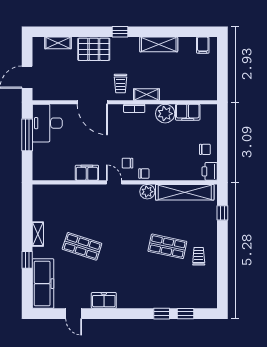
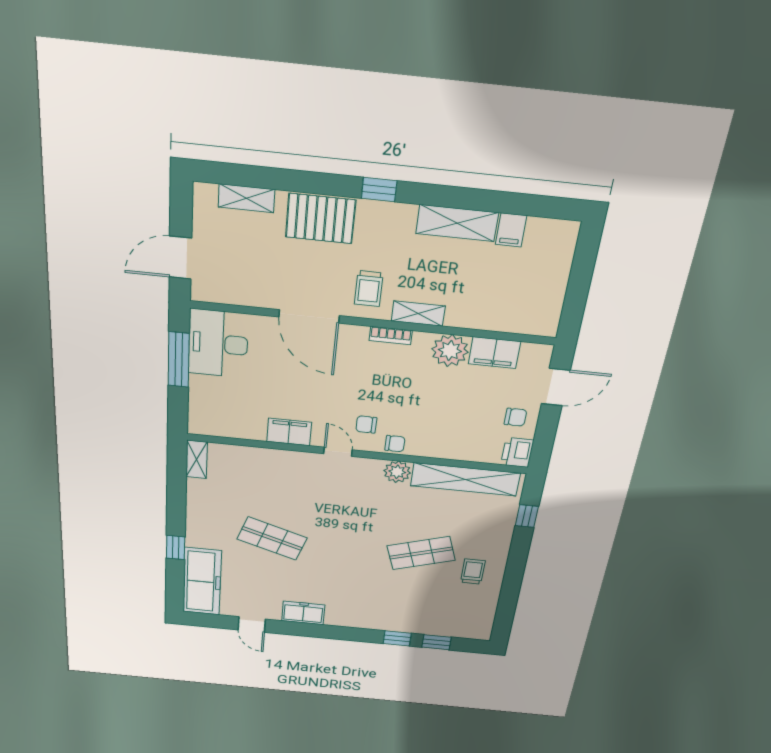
filing cabinet: (203, 45) -> (511, 230), moved
door: (222, 129) -> (556, 387), added
shelving: (38, 234) -> (197, 459), moved
shop shelf: (167, 246) -> (421, 553), turned -30

